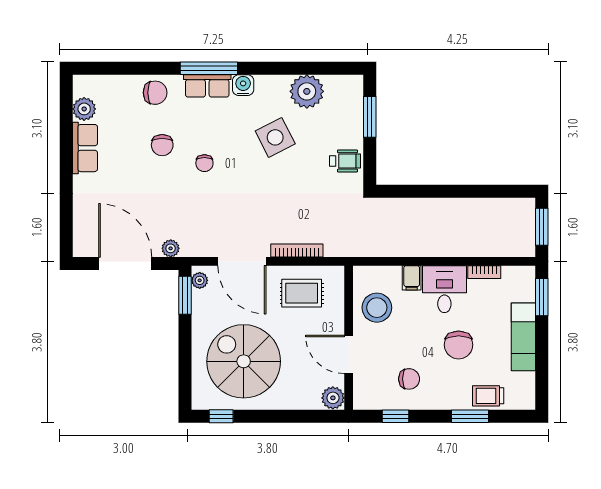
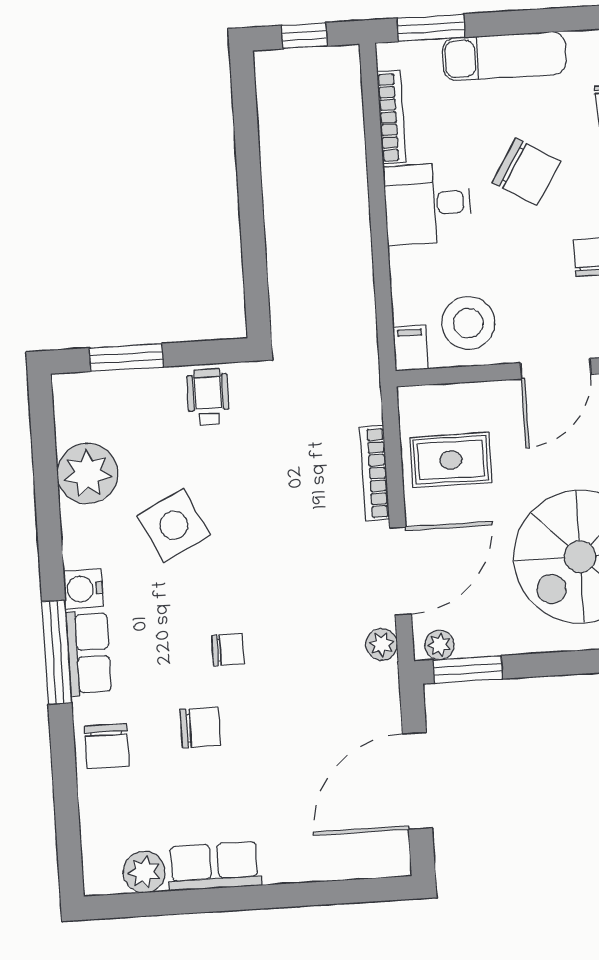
chair: (155, 93) -> (107, 746), turned 180
window: (542, 227) -> (304, 36), width x0.67
plant: (171, 248) -> (382, 644), moved
bookcase: (484, 272) -> (391, 117), width x1.56
filing cabinet: (412, 278) -> (411, 348), moved, turned -90
rug: (302, 293) -> (451, 460), turned 90
chair: (459, 345) -> (526, 172), turned 31

